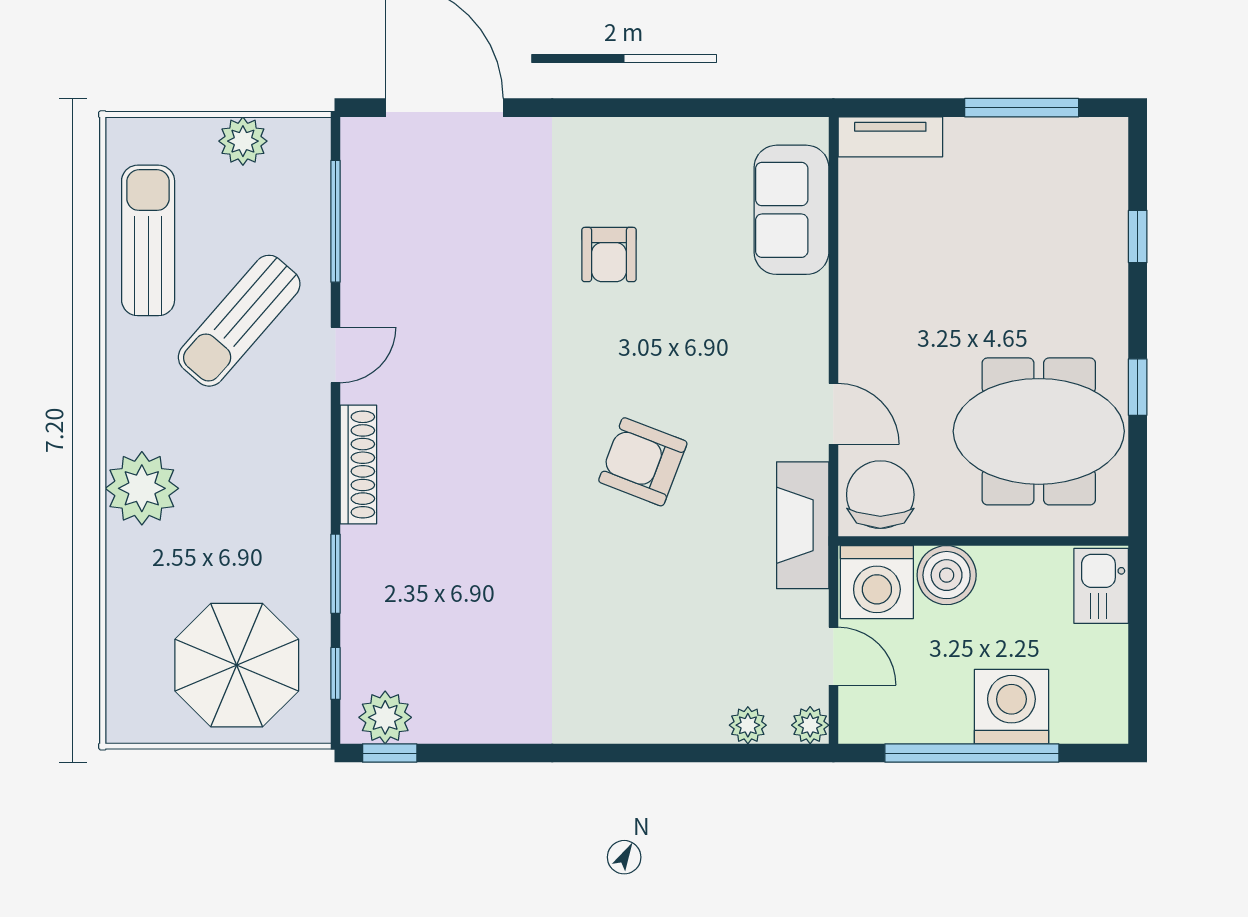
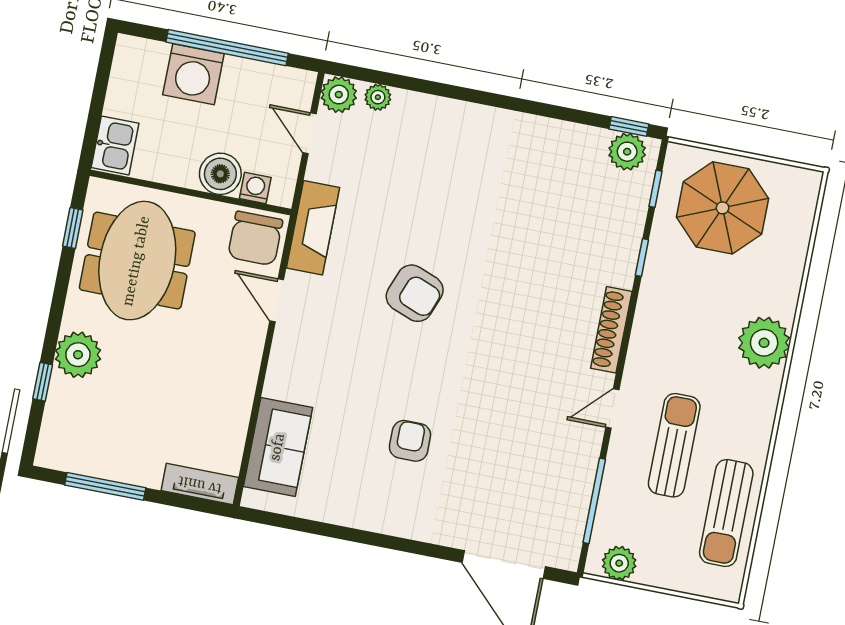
plant: (243, 141) -> (619, 563), moved
plant: (1096, 284) -> (78, 355), added
sun lounger: (239, 321) -> (674, 445), turned -41
window: (1138, 387) -> (73, 228), moved
meeting table: (1039, 431) -> (137, 261), turned 90
window: (336, 574) -> (642, 258), width x0.67
washing machine: (877, 582) -> (255, 188), width x0.53, depth x0.53
plant: (810, 725) -> (339, 95), width x1.38, depth x1.38

